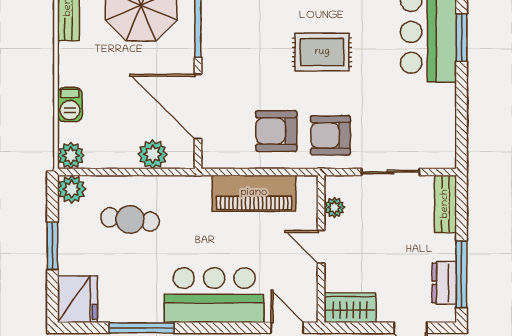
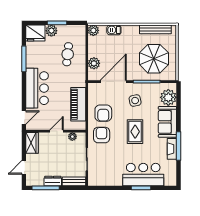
side table: (245, 52) -> (135, 101), added
armchair: (276, 131) -> (103, 113), turned 180
plant: (72, 189) -> (51, 31), moved
dresser: (444, 283) -> (53, 181), moved

